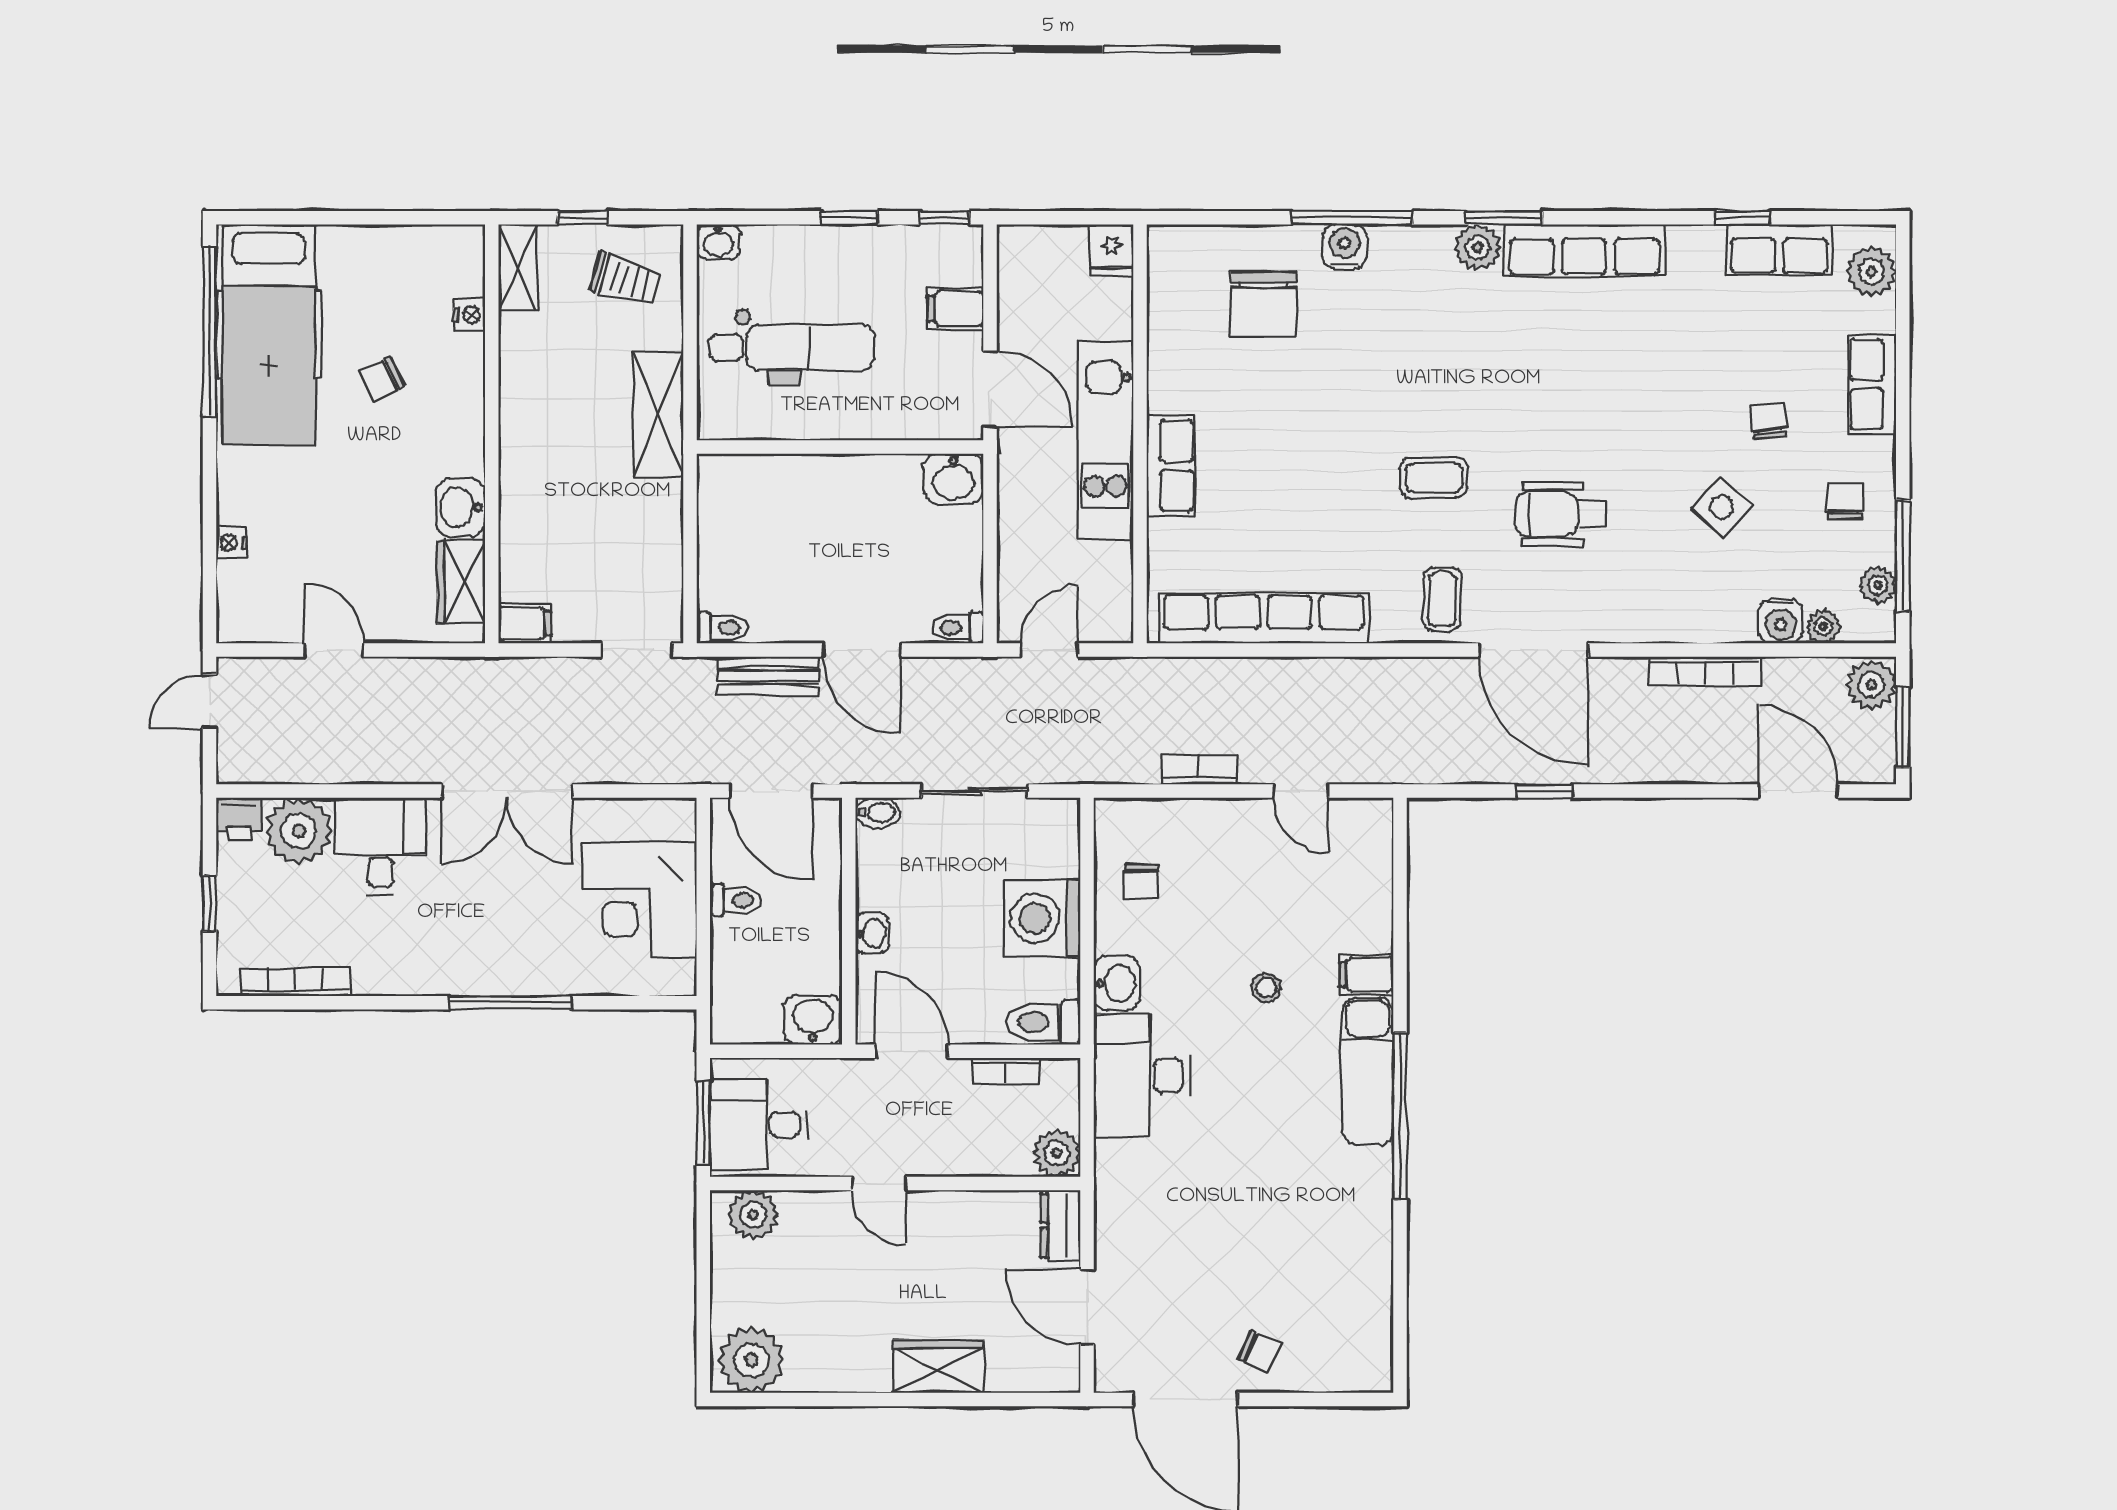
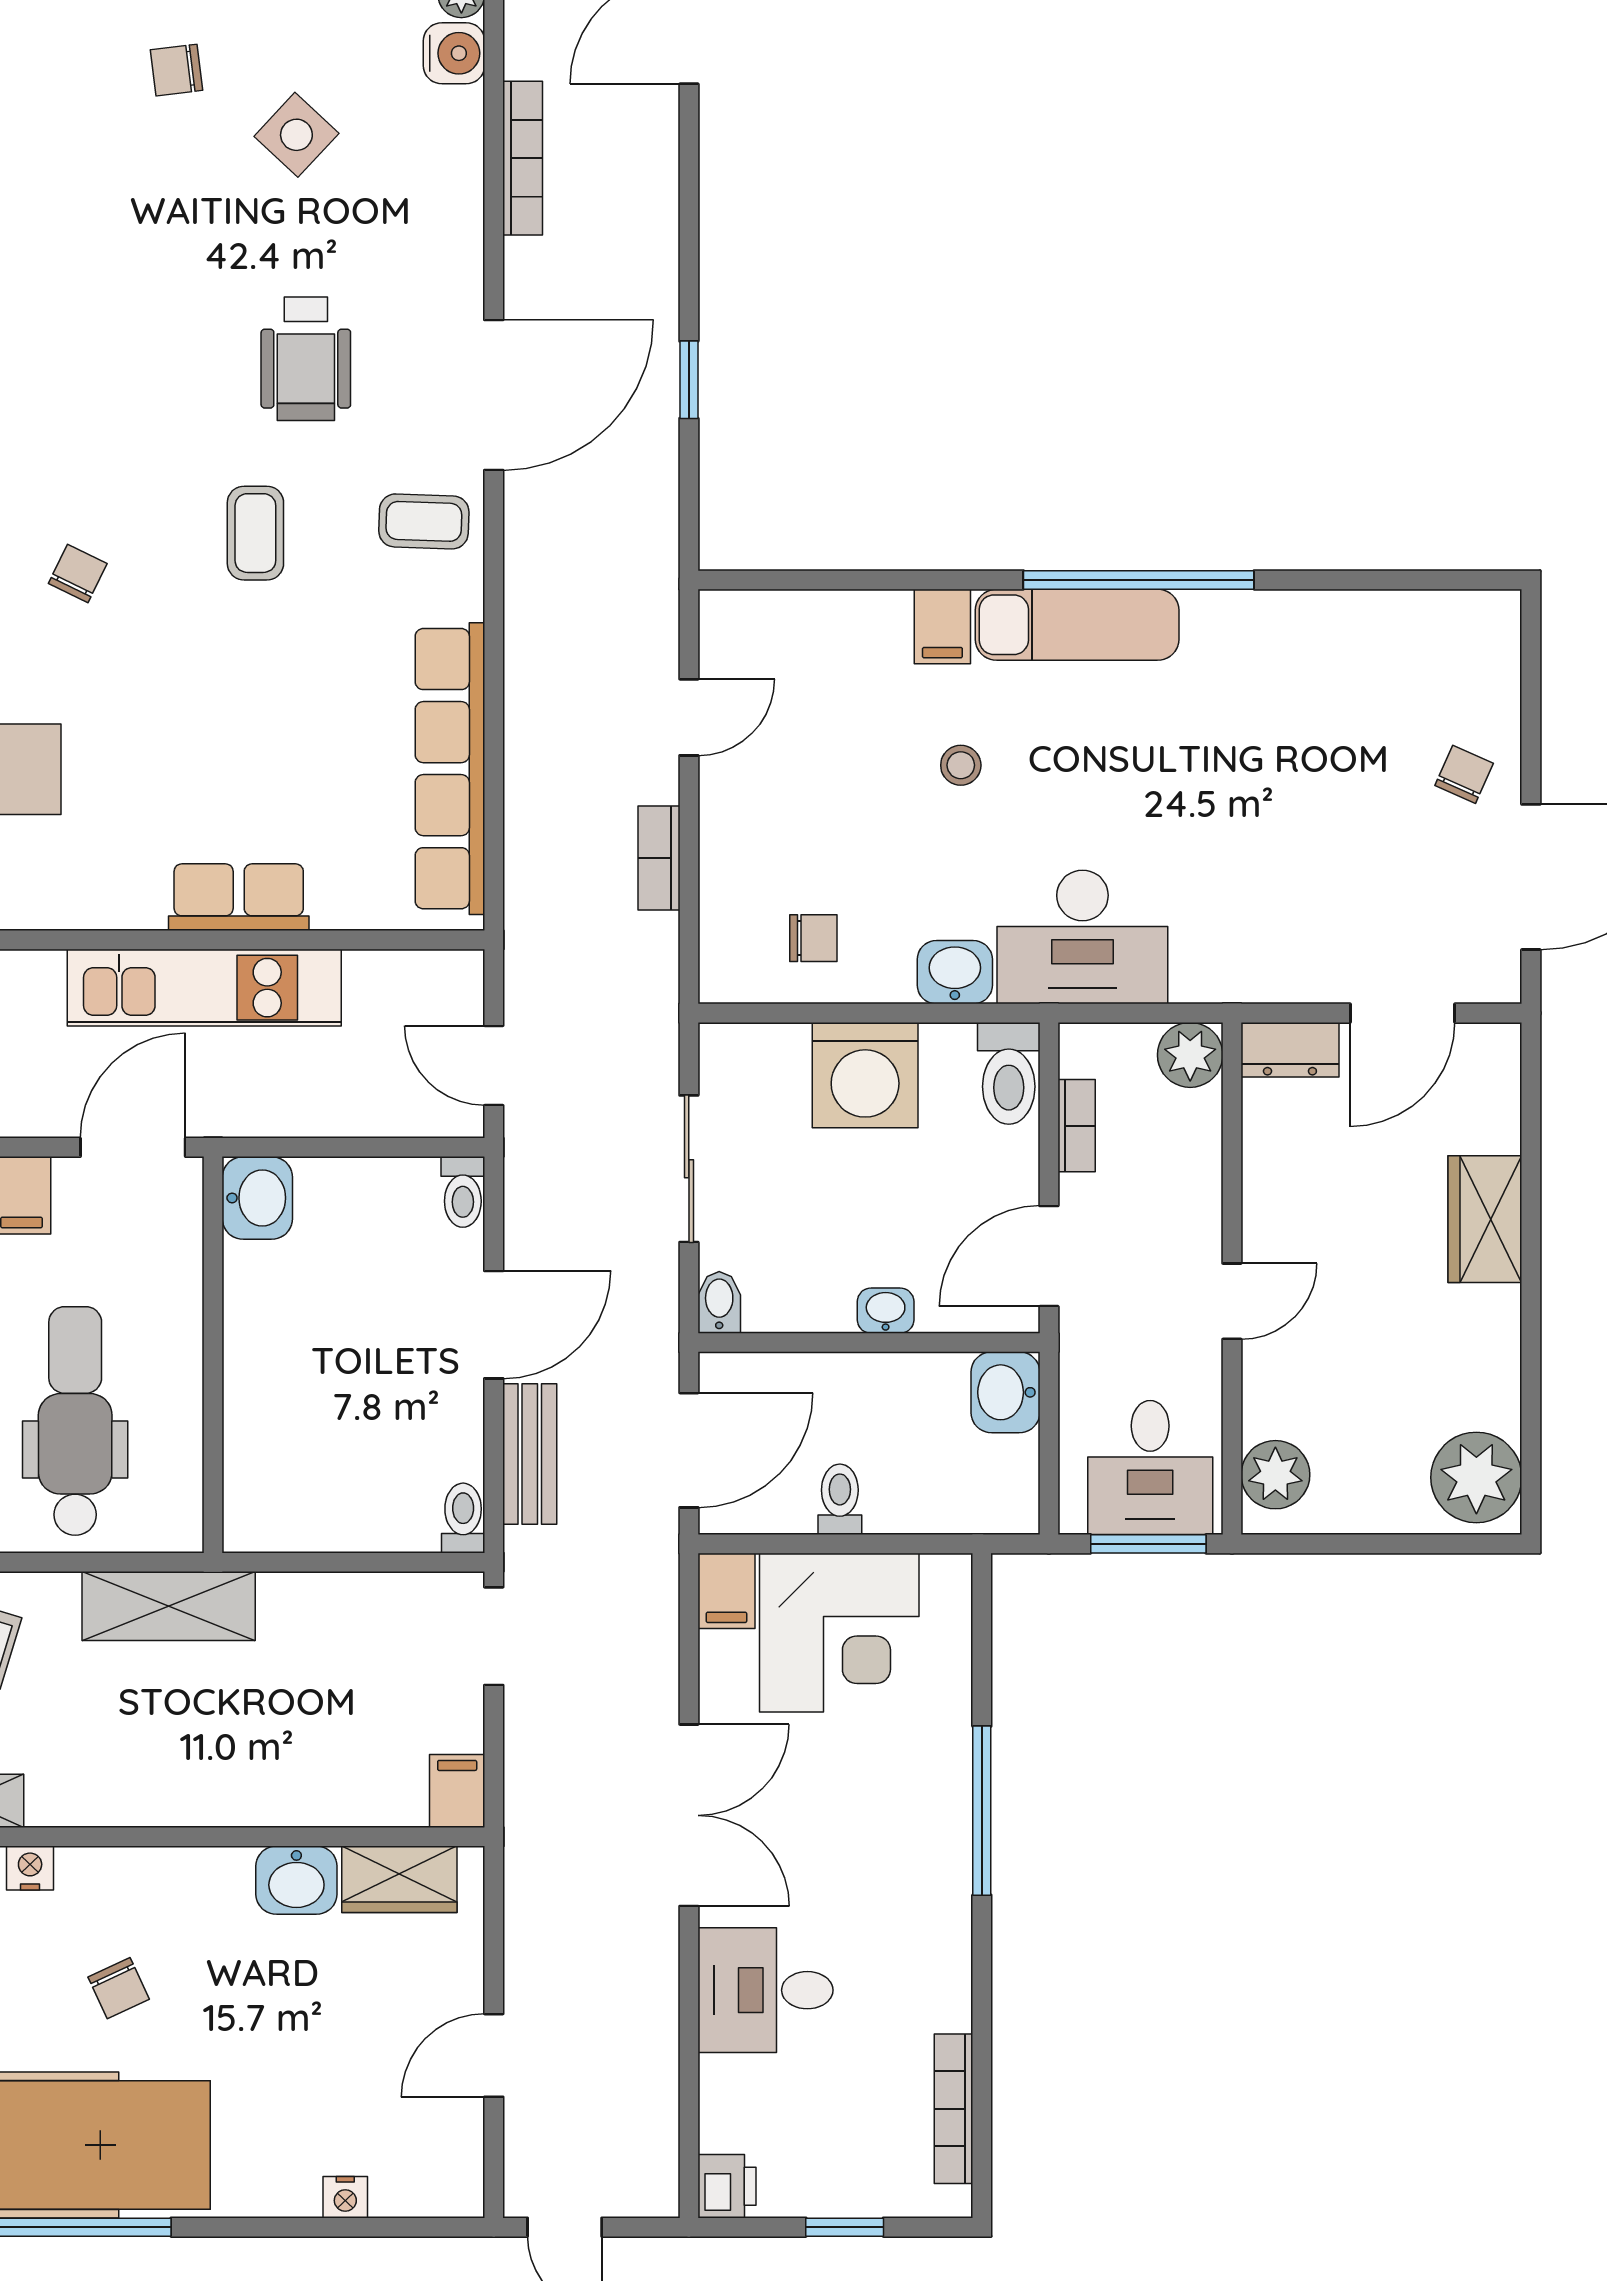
chair: (1405, 349) -> (78, 574), added
filing cabinet: (669, 818) -> (726, 1591), added
plant: (299, 831) -> (744, 2104), removed

